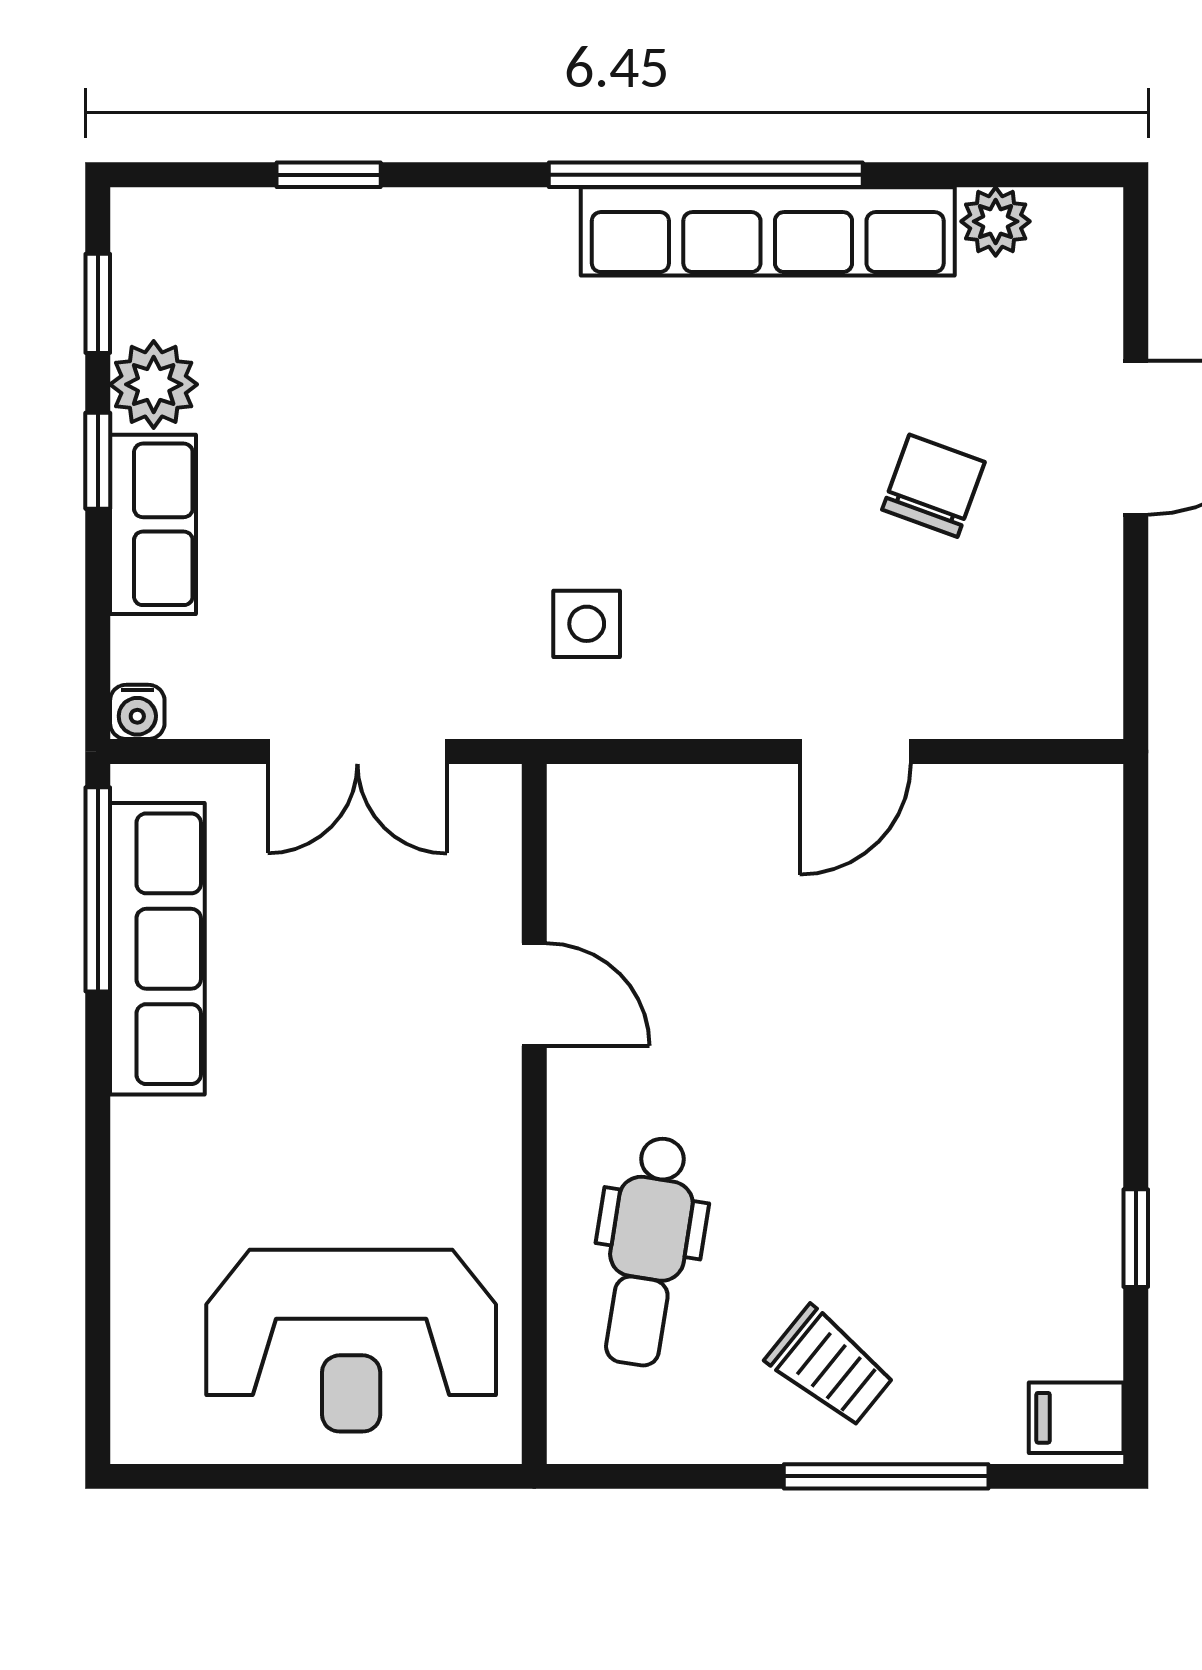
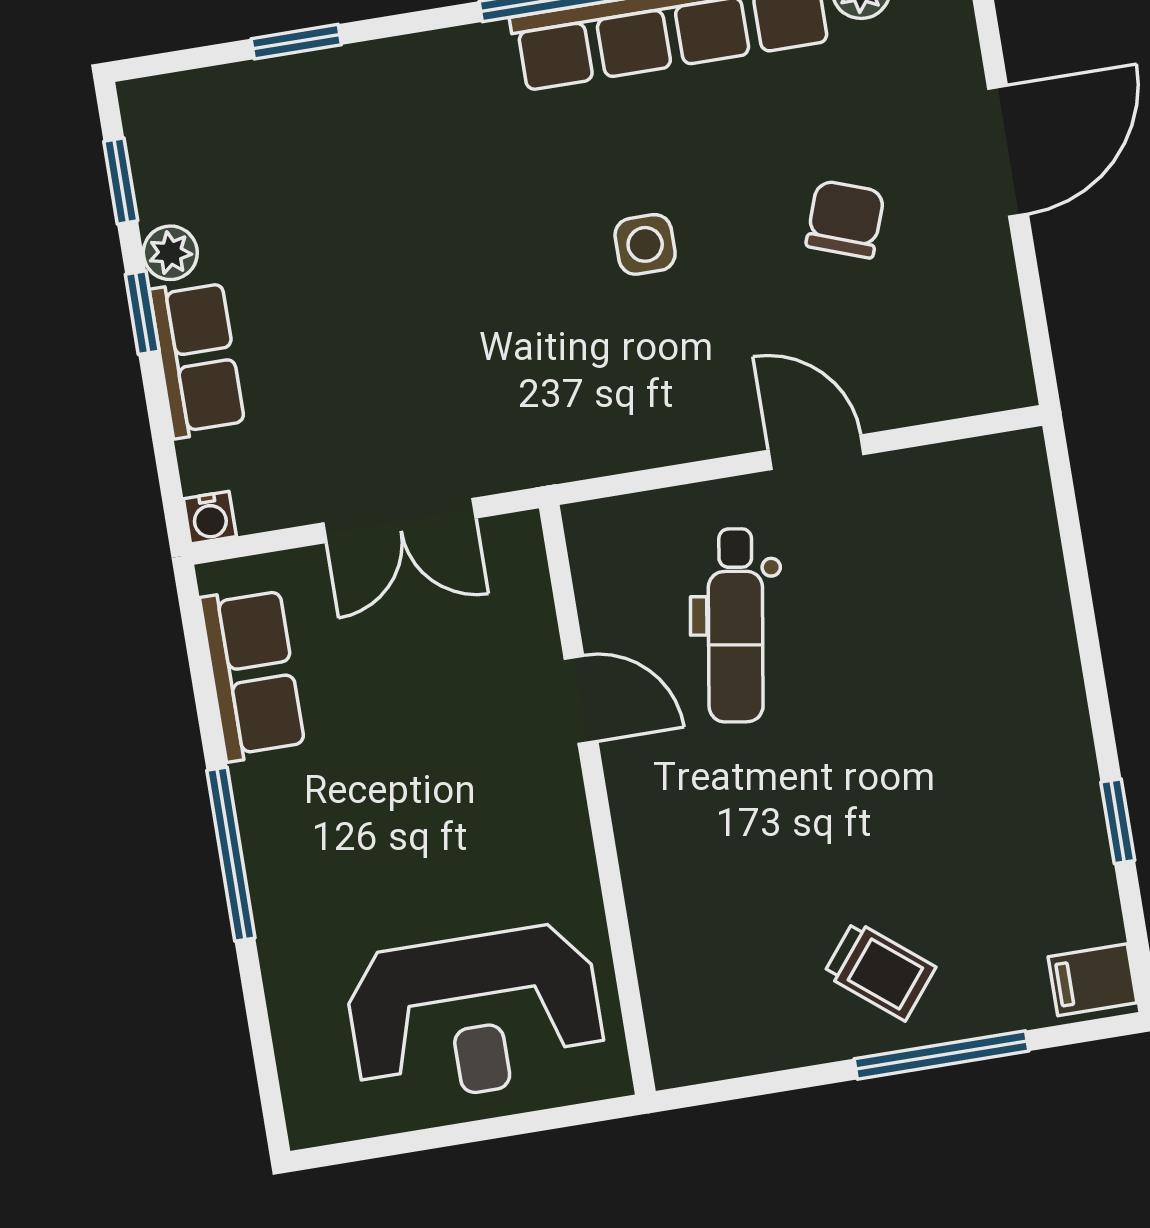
plant: (154, 384) -> (170, 253), width x0.73, depth x0.73
side table: (587, 624) -> (645, 244), moved
door: (855, 751) -> (816, 452), swing flipped
window: (98, 889) -> (231, 854), moved
row of seats: (157, 949) -> (253, 674), width x0.68
dental chair: (648, 1251) -> (736, 625), moved

